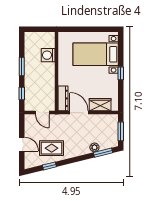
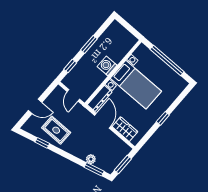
window: (88, 29) -> (167, 60), added
bed with nightstands: (96, 54) -> (136, 85), moved, turned 180
washing machine: (48, 55) -> (107, 66), moved
door: (22, 144) -> (35, 106), hinge flipped

